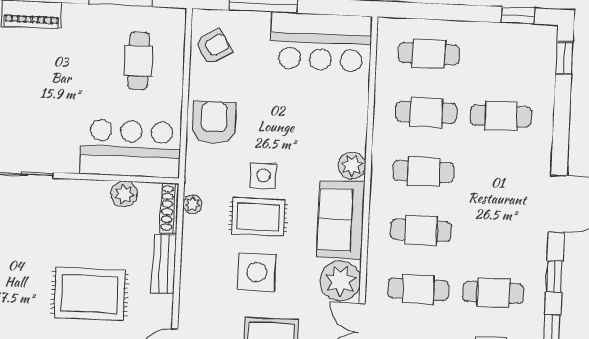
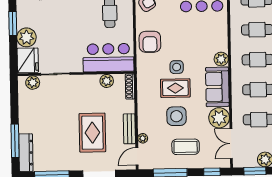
armchair: (214, 123) -> (150, 42), turned 180
plant: (192, 204) -> (143, 138), moved
bench: (164, 264) -> (129, 129), moved
rug: (90, 294) -> (92, 133), turned 90

